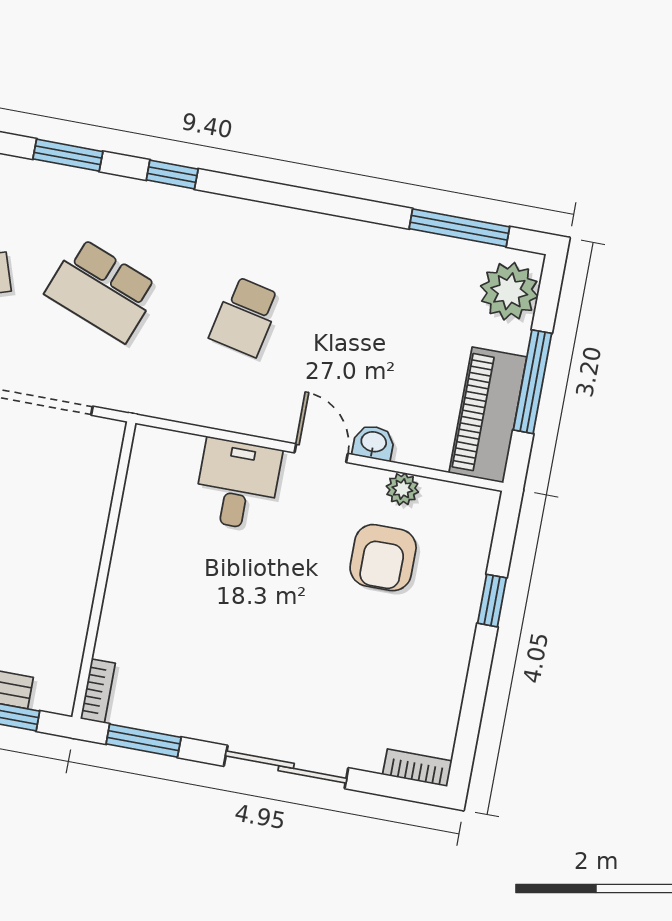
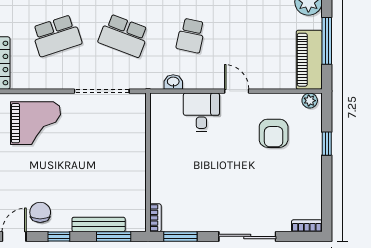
washbasin: (374, 443) -> (173, 82), moved
plant: (402, 489) -> (310, 101), moved

